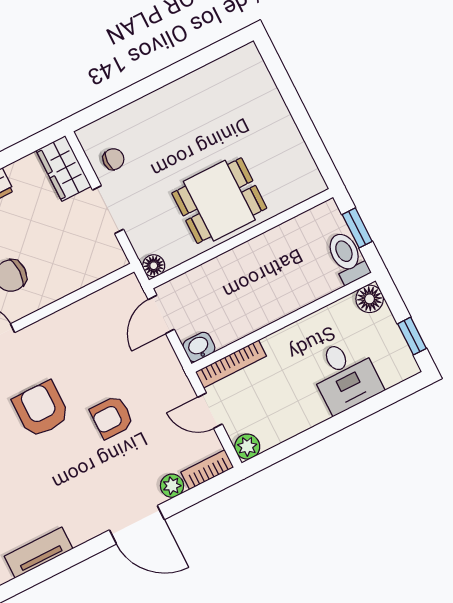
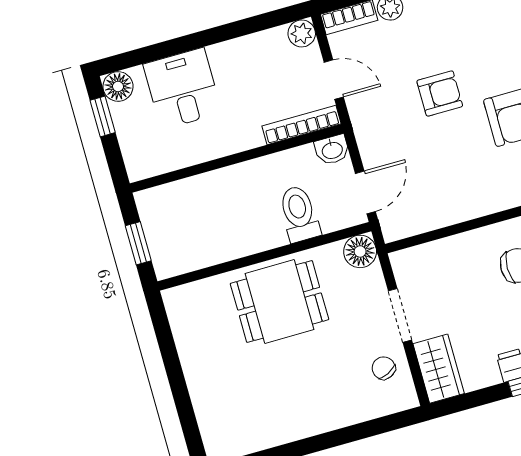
chair: (113, 159) -> (384, 368), turned 64
toilet: (347, 257) -> (299, 214), moved, turned 180
floor lamp: (154, 266) -> (360, 251), width x1.37, depth x1.37
floor lamp: (370, 299) -> (118, 86), moved

